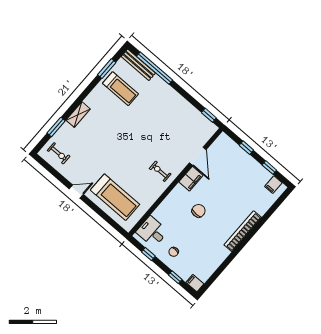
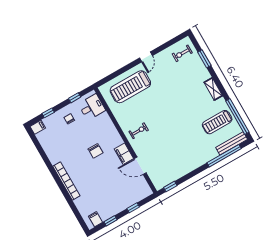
window: (107, 69) -> (237, 117), width x2.11
shelving: (78, 115) -> (213, 89), moved

